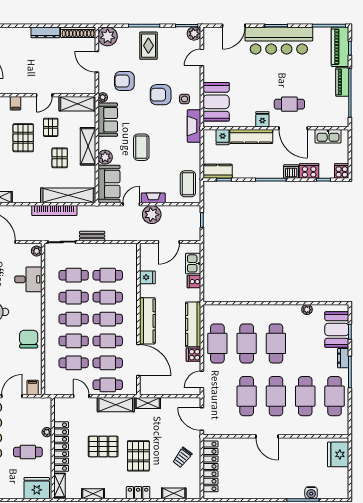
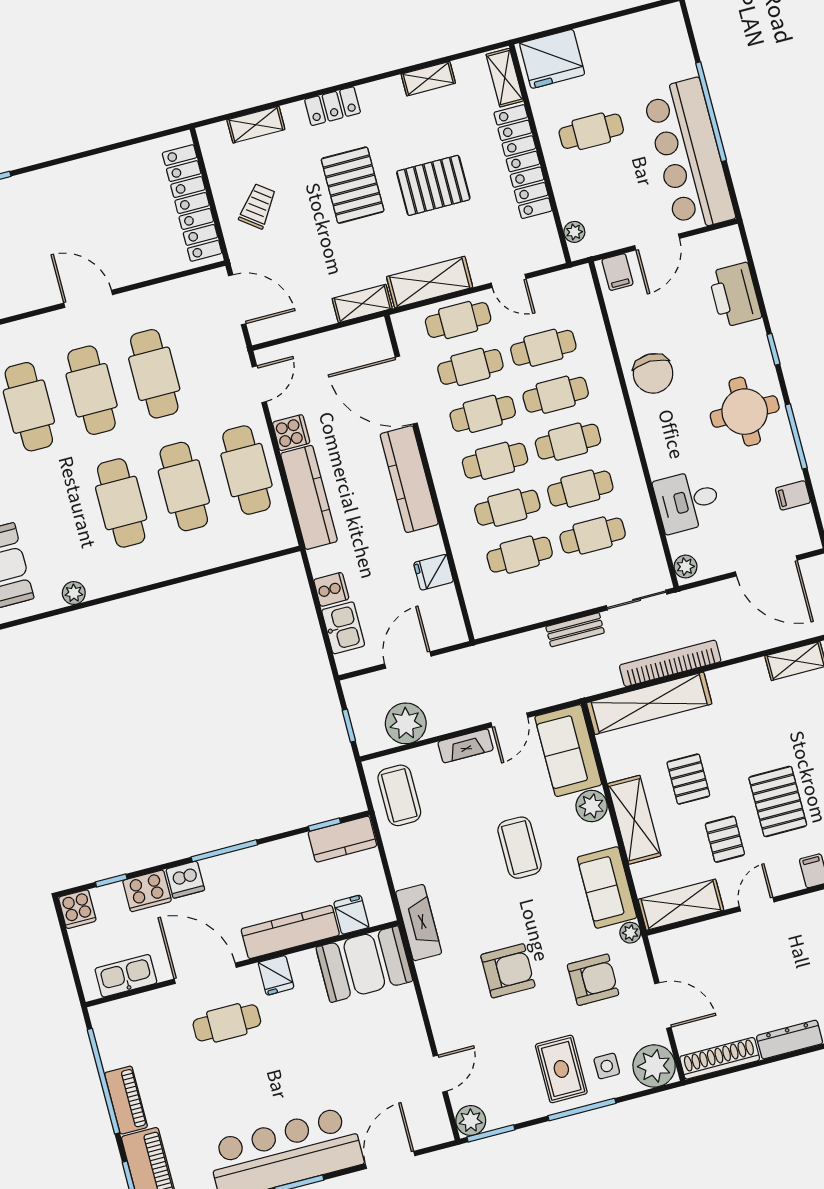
side table: (185, 99) -> (607, 1066), moved
booth: (216, 102) -> (364, 964), moved, turned 90
plant: (152, 215) -> (406, 723), moved
plant: (47, 432) -> (574, 232), moved

